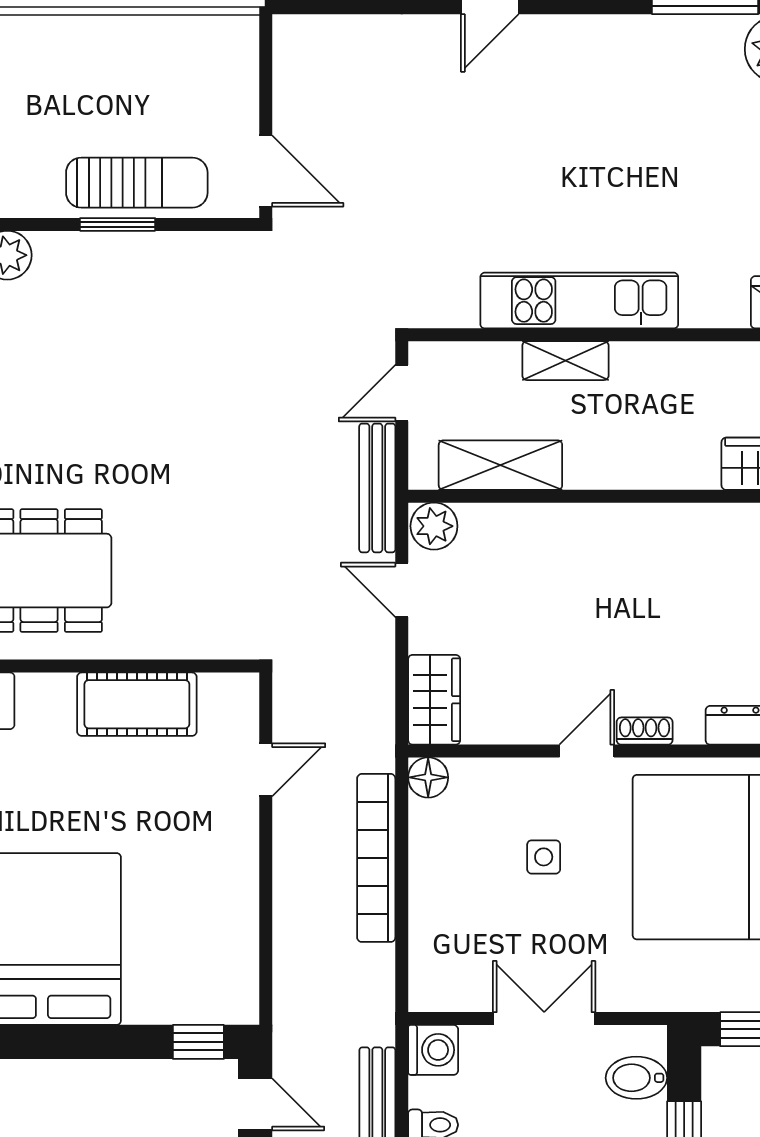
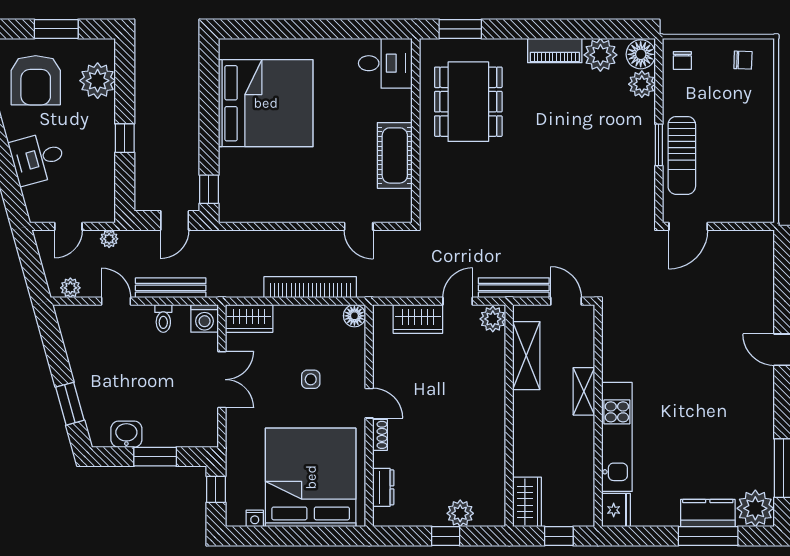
kitchen unit: (579, 301) -> (617, 437), moved
wardrobe: (434, 700) -> (418, 319), moved
wardrobe: (433, 969) -> (249, 318), added
bidet: (636, 1078) -> (189, 430), removed

